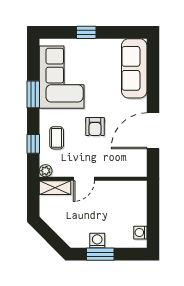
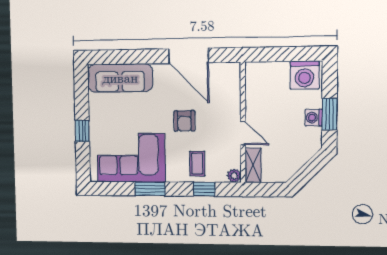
armchair: (95, 126) -> (184, 121), turned 90
coffee table: (57, 138) -> (197, 163), turned 90
washing machine: (140, 233) -> (305, 75), width x1.89, depth x1.89

